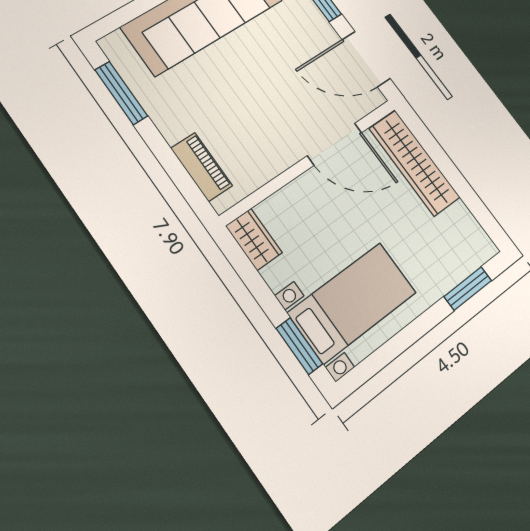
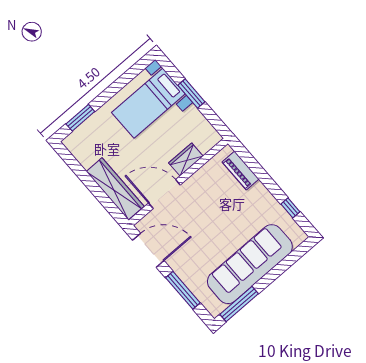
window: (121, 93) -> (290, 208), width x0.46
wardrobe: (254, 239) -> (186, 160), moved, turned 90
window: (299, 346) -> (191, 93), moved

